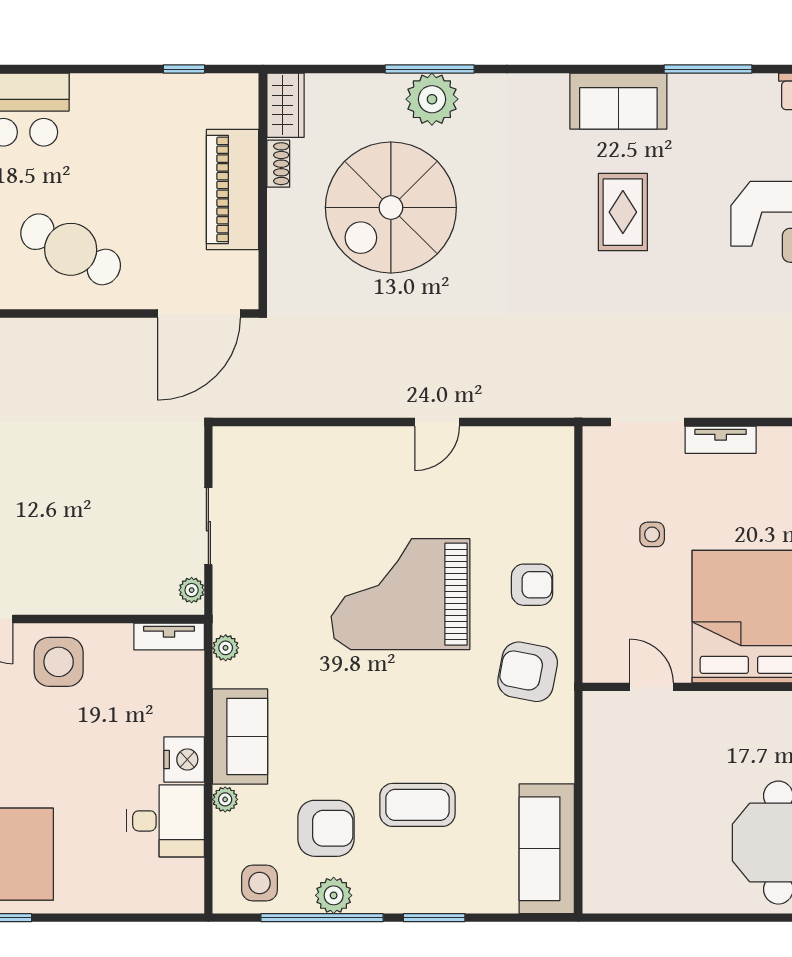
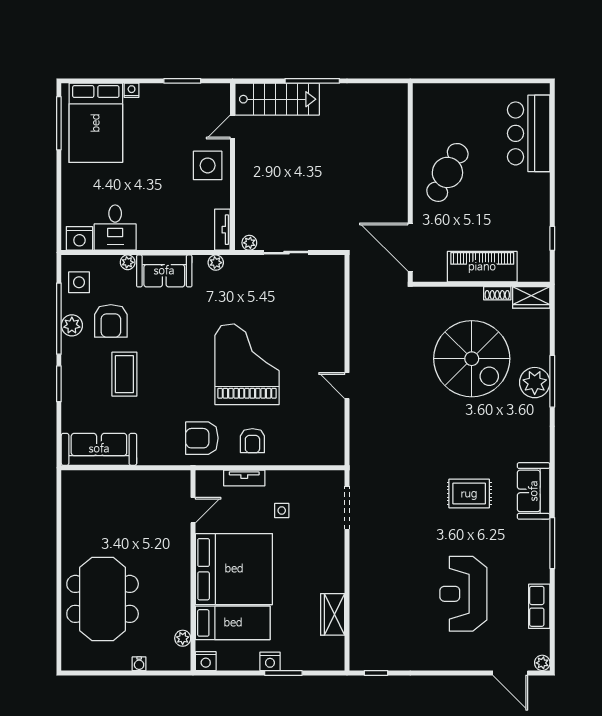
spiral stairs: (391, 208) -> (472, 359), turned 180
tv unit: (721, 440) -> (244, 478), moved, turned -90
armchair: (528, 672) -> (202, 438), turned -101
nightstand: (184, 760) -> (79, 238), moved

